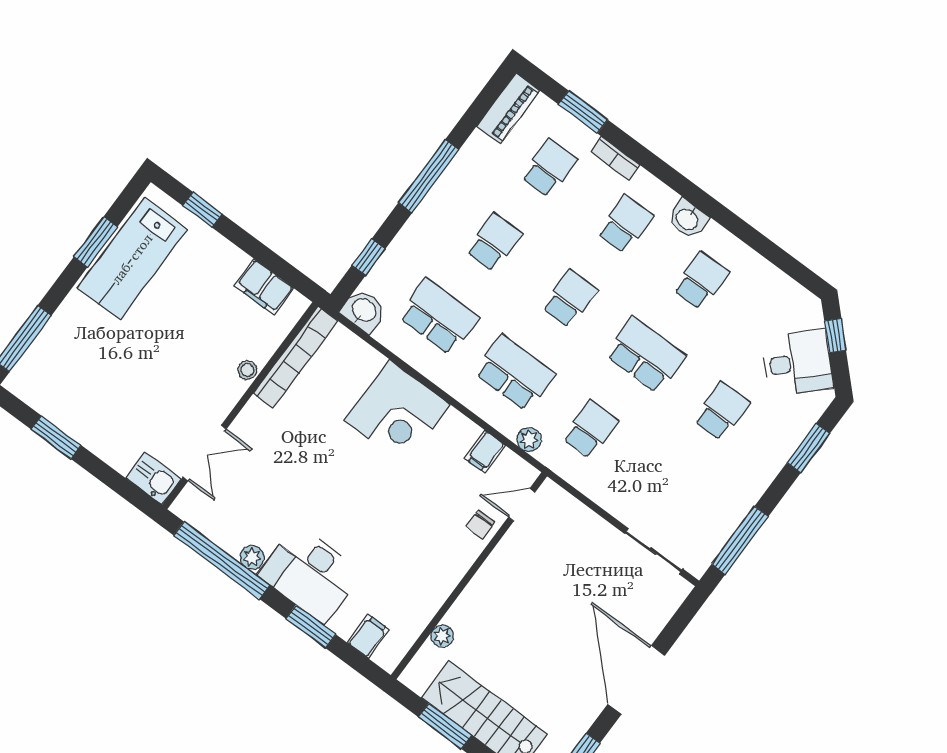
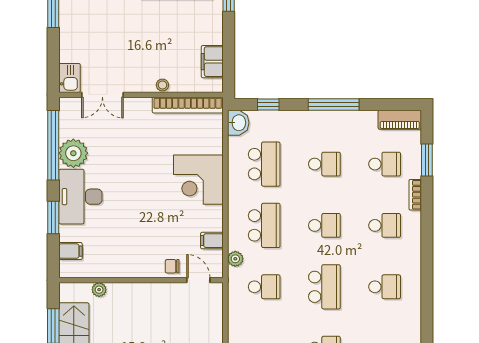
washbasin: (688, 219) -> (412, 256), removed
plant: (252, 557) -> (73, 153), width x1.88, depth x1.88

